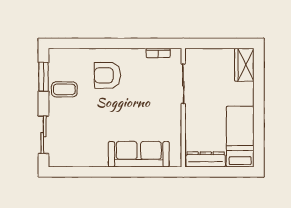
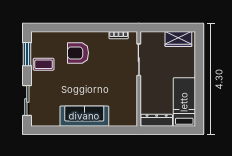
wardrobe: (244, 65) -> (178, 39), moved, turned -90
sofa: (139, 154) -> (84, 116), moved

